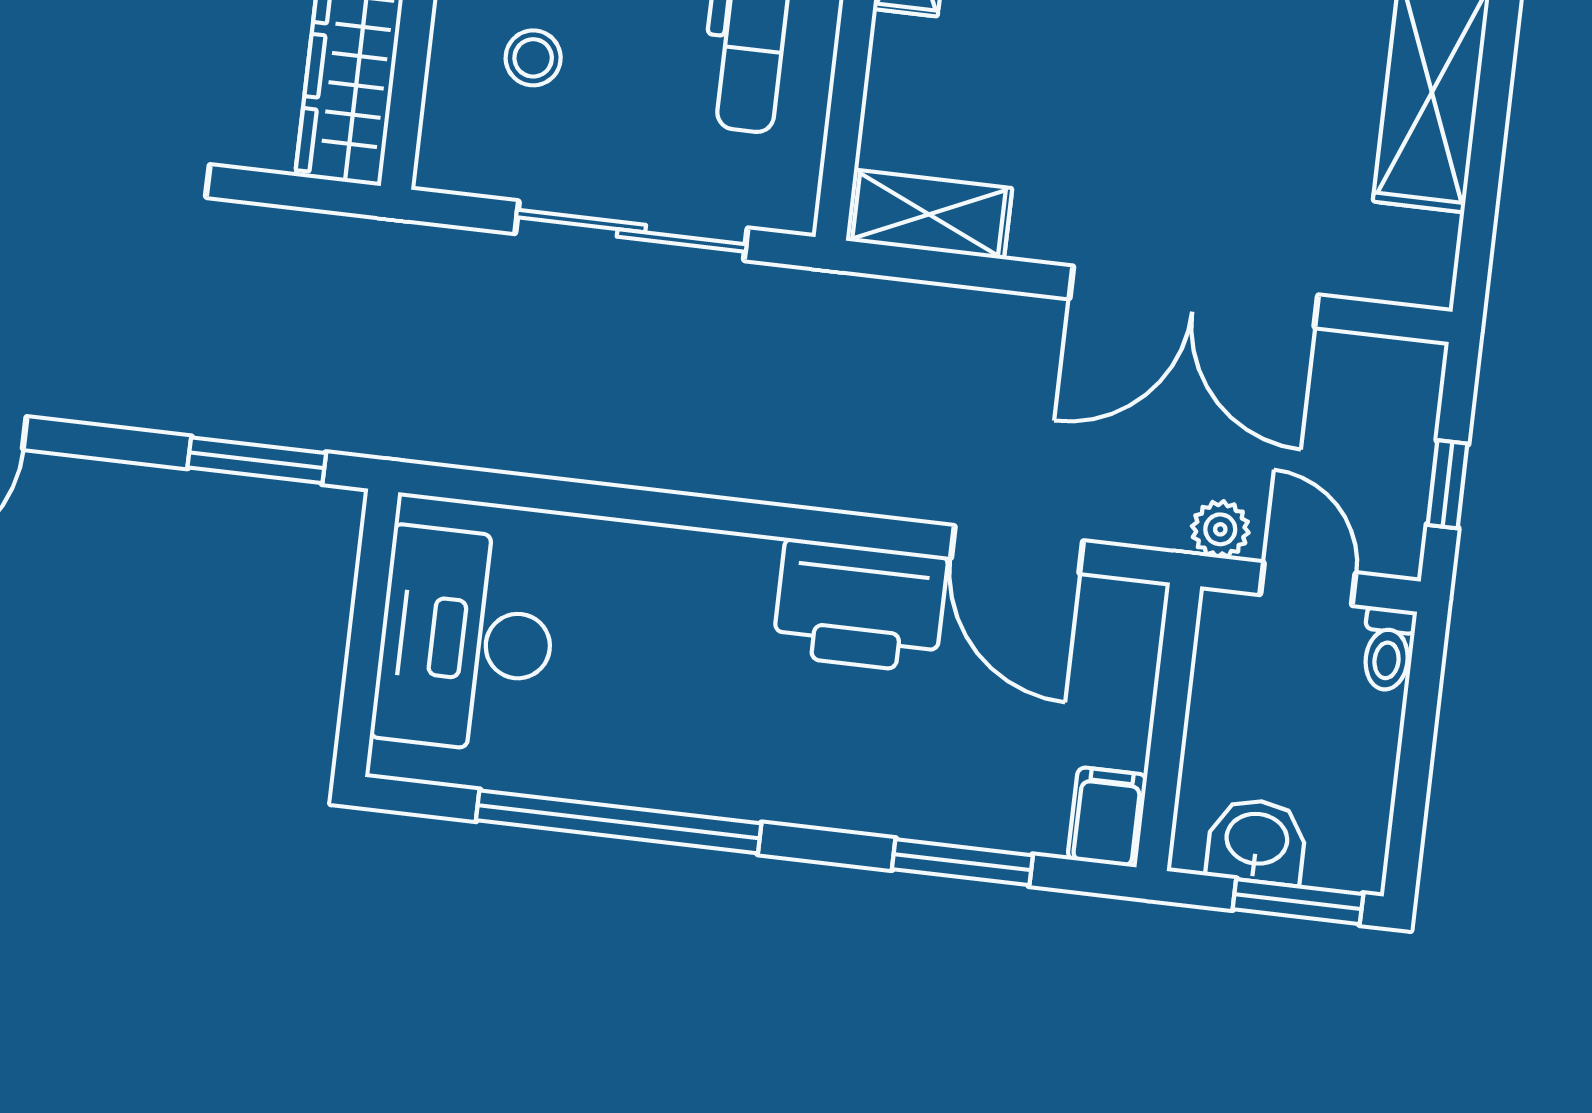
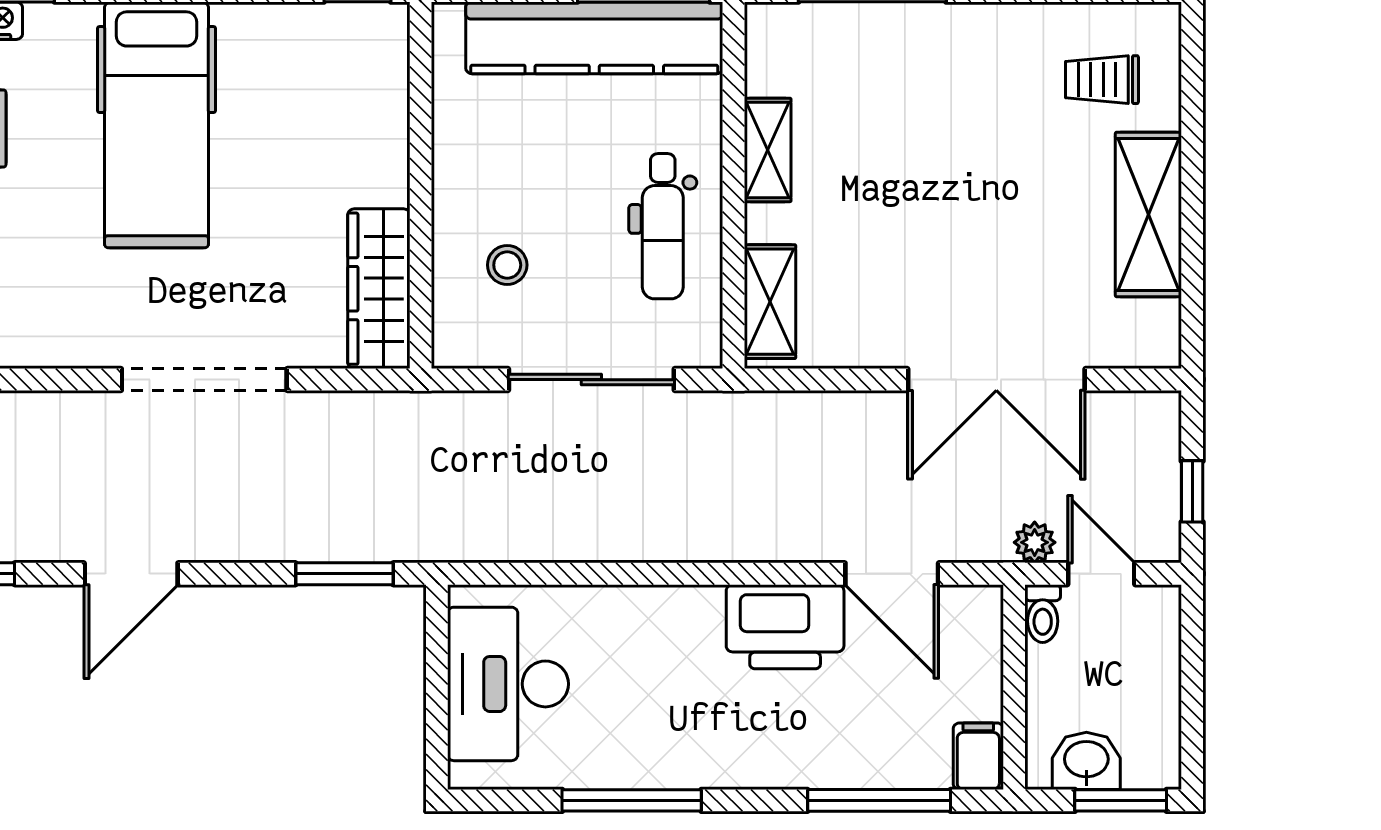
shelving: (929, 214) -> (770, 302), moved, turned 90
toilet: (1388, 649) -> (1043, 614), moved
window: (619, 822) -> (632, 800), width x0.68
window: (962, 862) -> (879, 800), width x1.44

